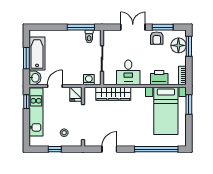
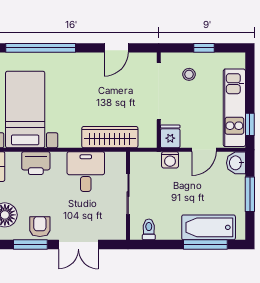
window: (81, 27) -> (205, 244), moved
bathtub: (37, 53) -> (209, 227), moved, turned 90
washing machine: (89, 80) -> (170, 160), moved

